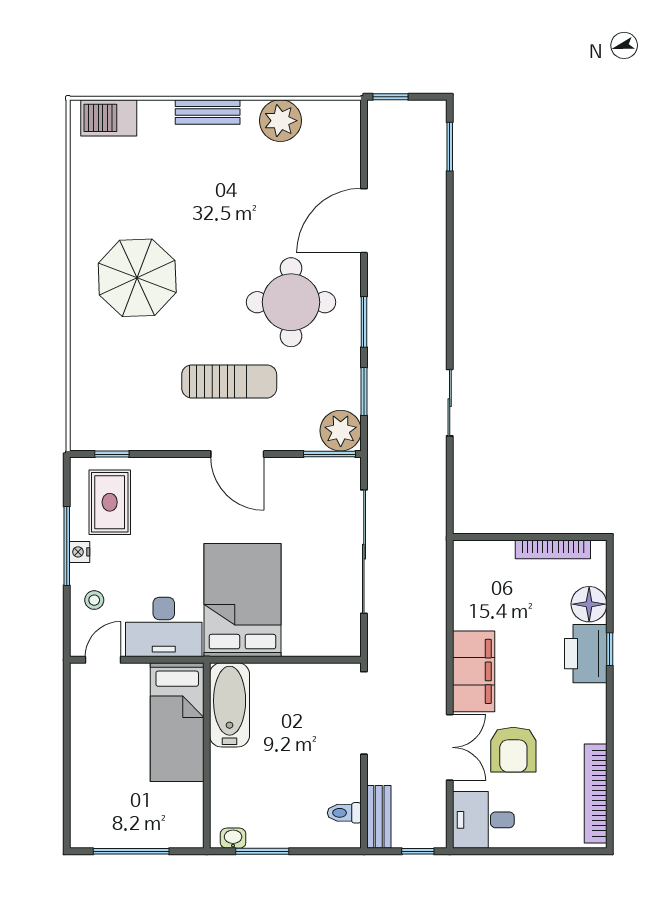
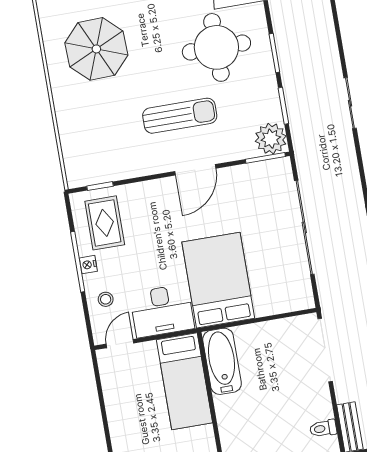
door: (237, 454) -> (195, 170), hinge flipped

